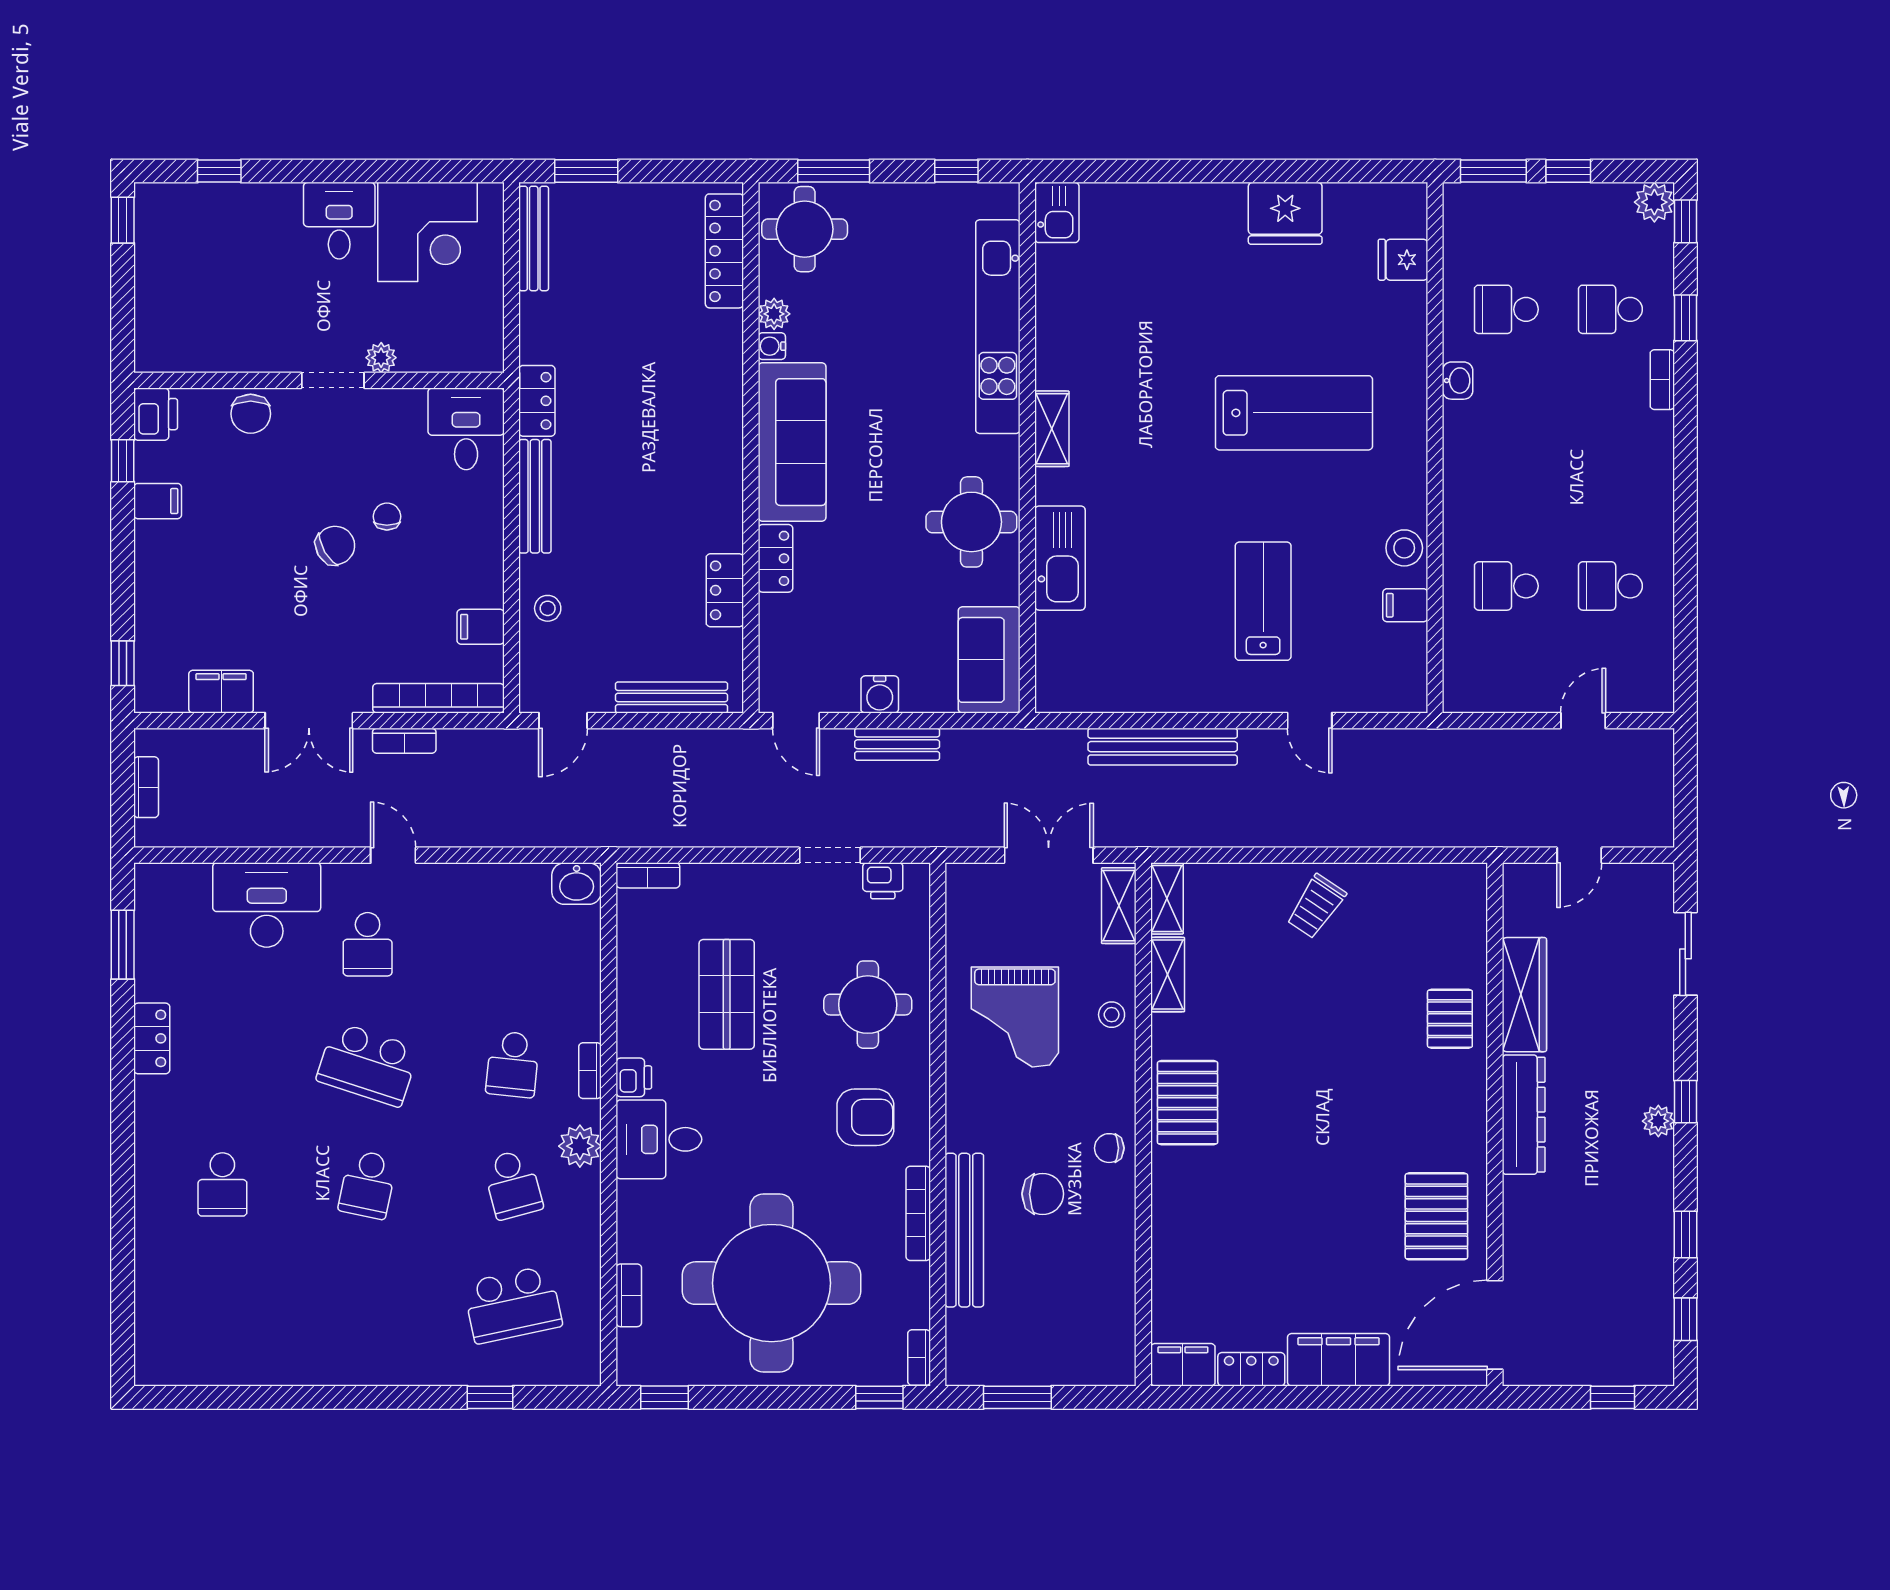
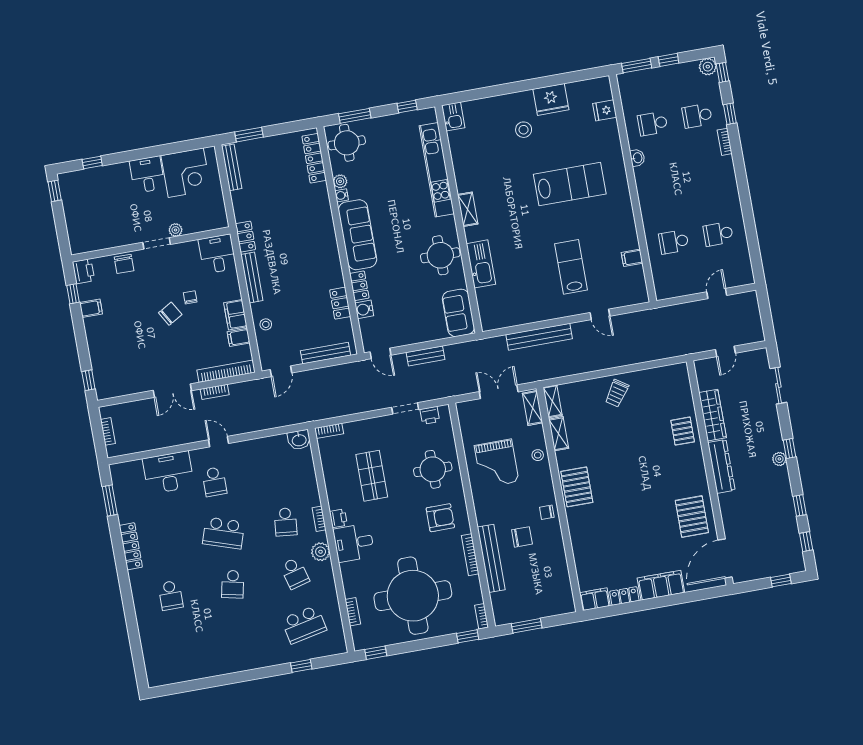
stool: (1404, 548) -> (524, 130), moved
filing cabinet: (221, 692) -> (235, 315), moved, turned -90
water cooler: (880, 694) -> (364, 309), moved, turned 90
locker: (152, 1038) -> (131, 546), width x1.53

